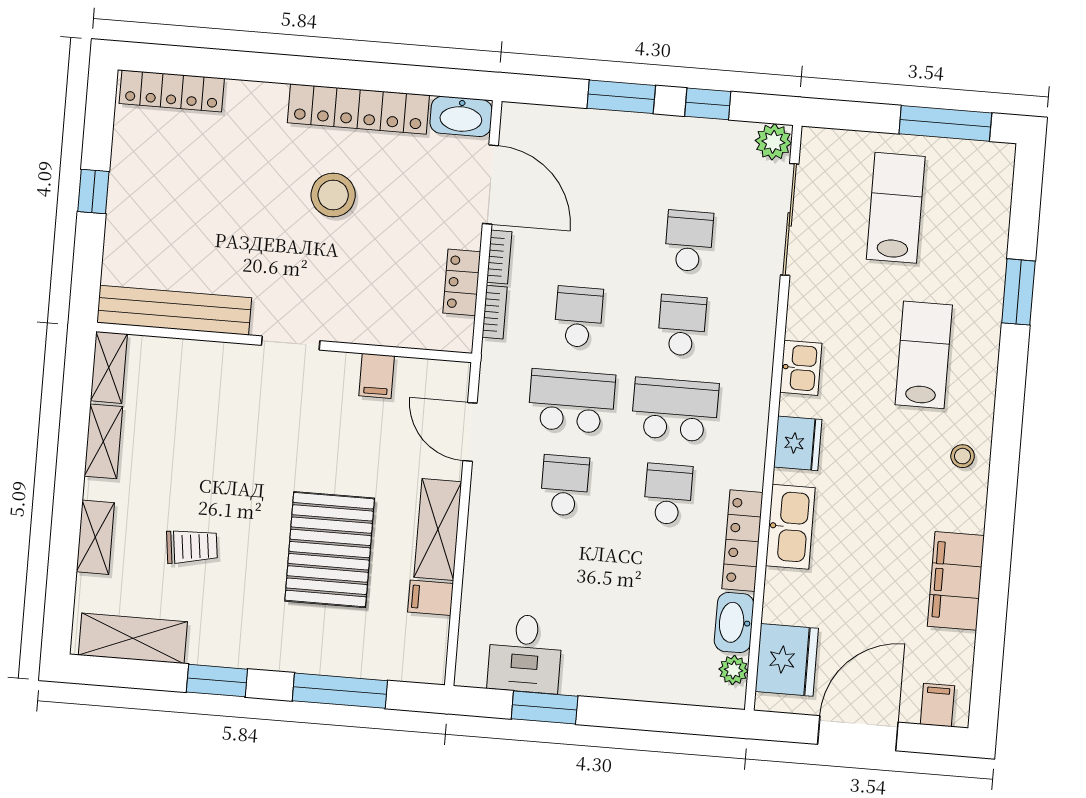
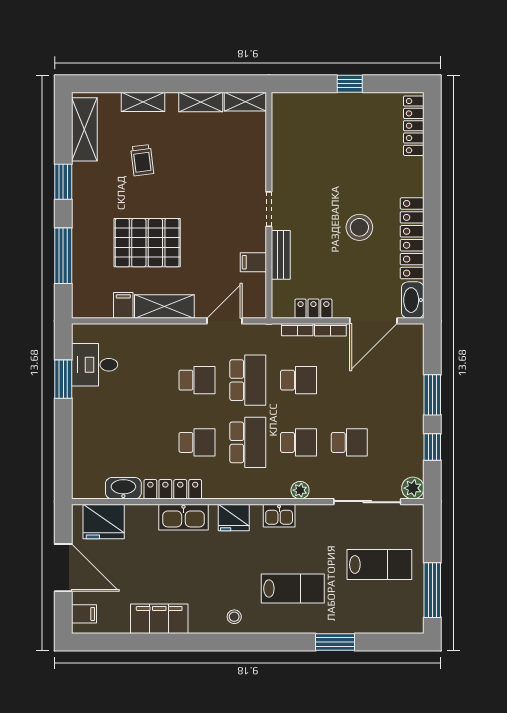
bench: (174, 310) -> (281, 255), moved, width x0.54, depth x0.82
plant: (734, 670) -> (300, 490), moved

